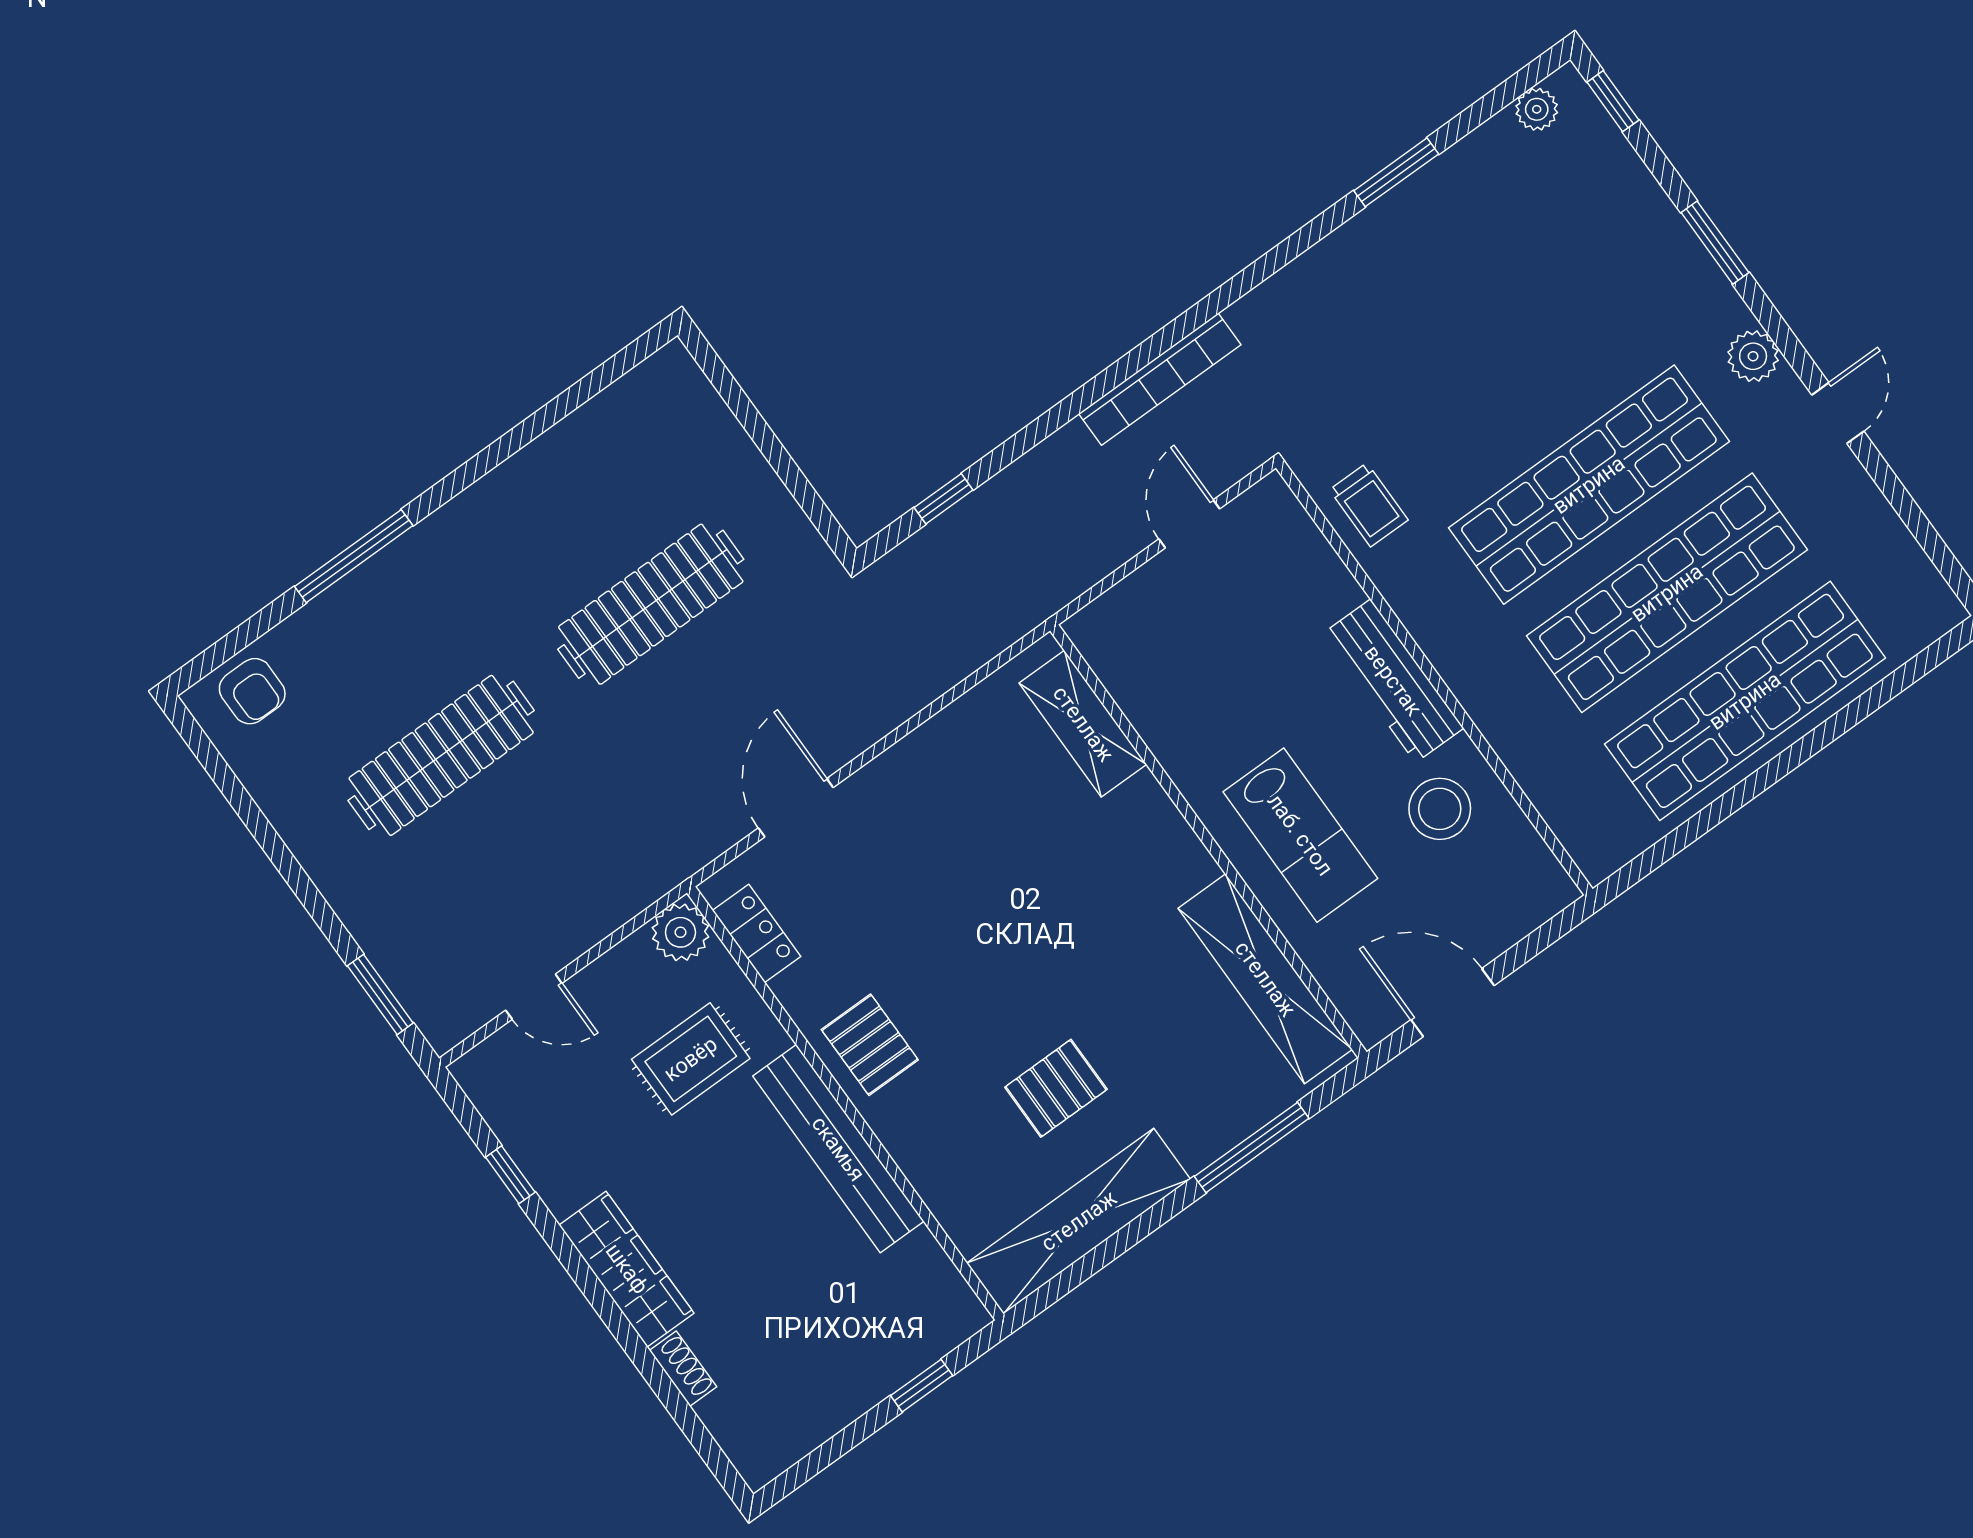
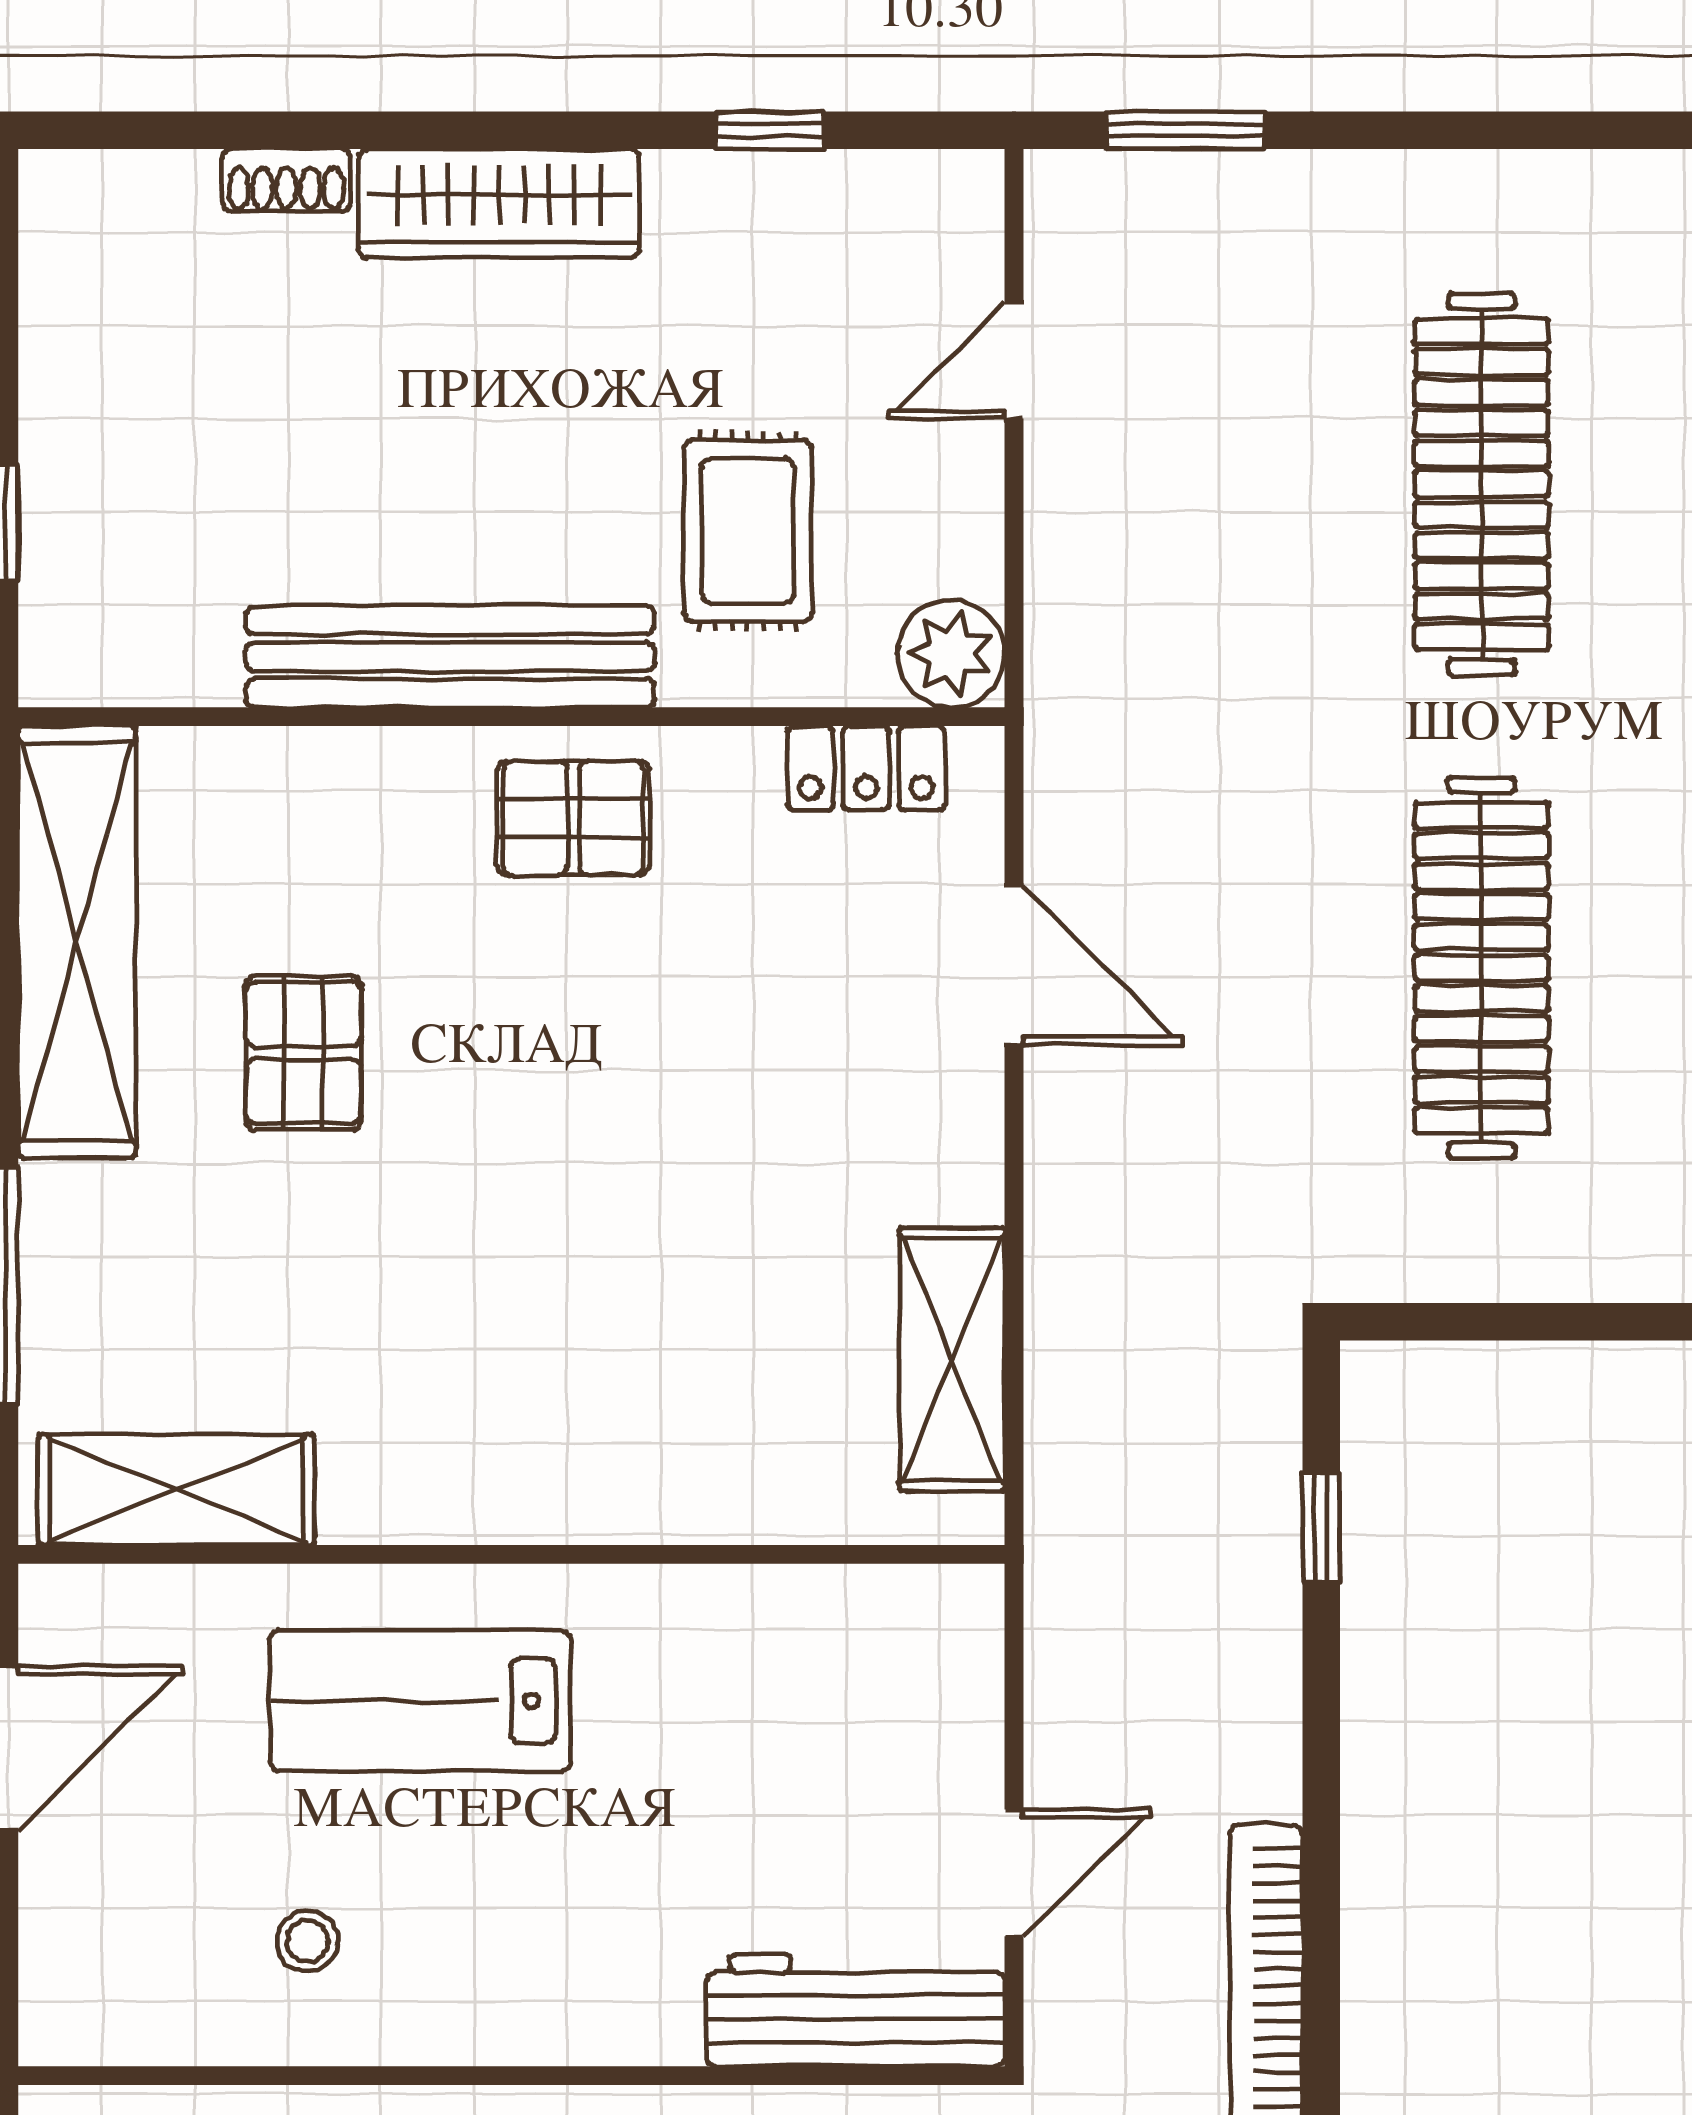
door: (1189, 524) -> (1014, 1873), hinge flipped
workbench: (1393, 681) -> (856, 2010), moved
shelving: (1083, 724) -> (952, 1359), moved, turned 90
stool: (1440, 809) -> (307, 1941), width x0.53, depth x0.53
shelving: (1265, 979) -> (176, 1490), width x0.68

